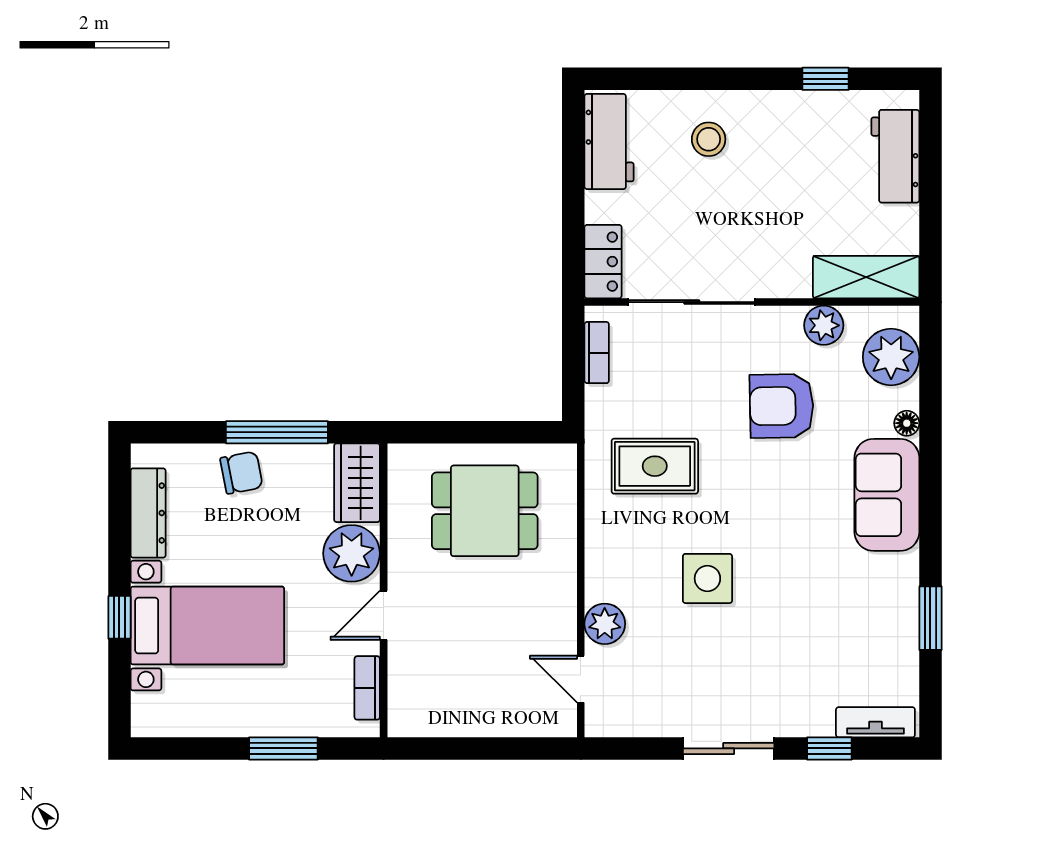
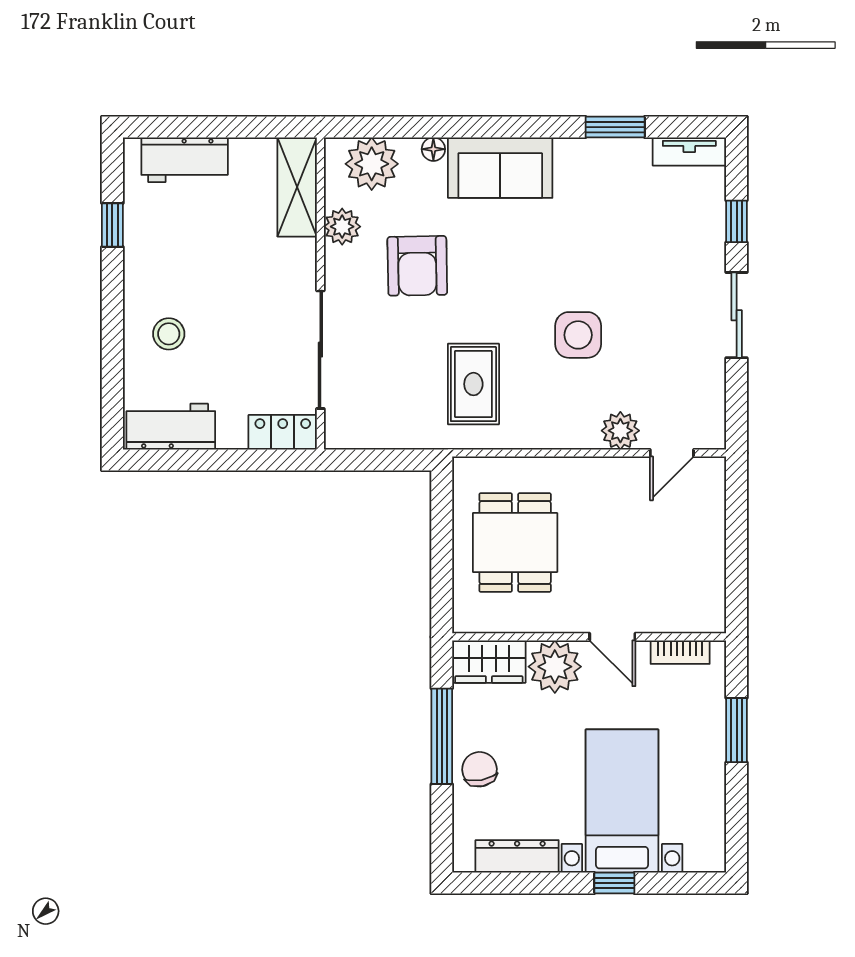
bookcase: (597, 353) -> (368, 438), removed
tv unit: (875, 722) -> (689, 152), moved, turned -90

